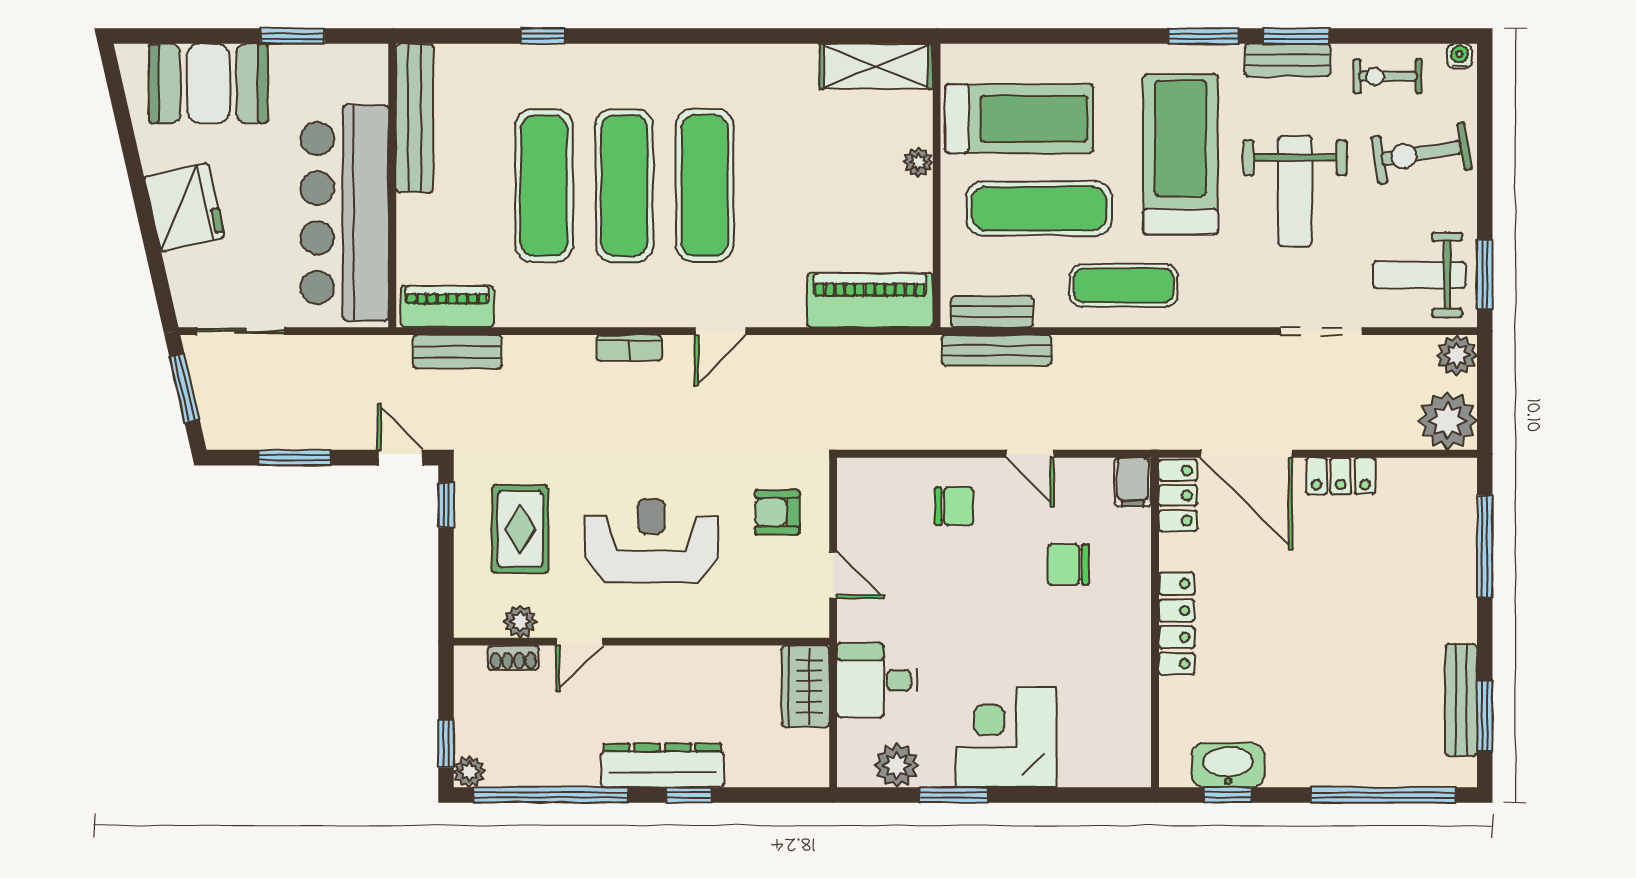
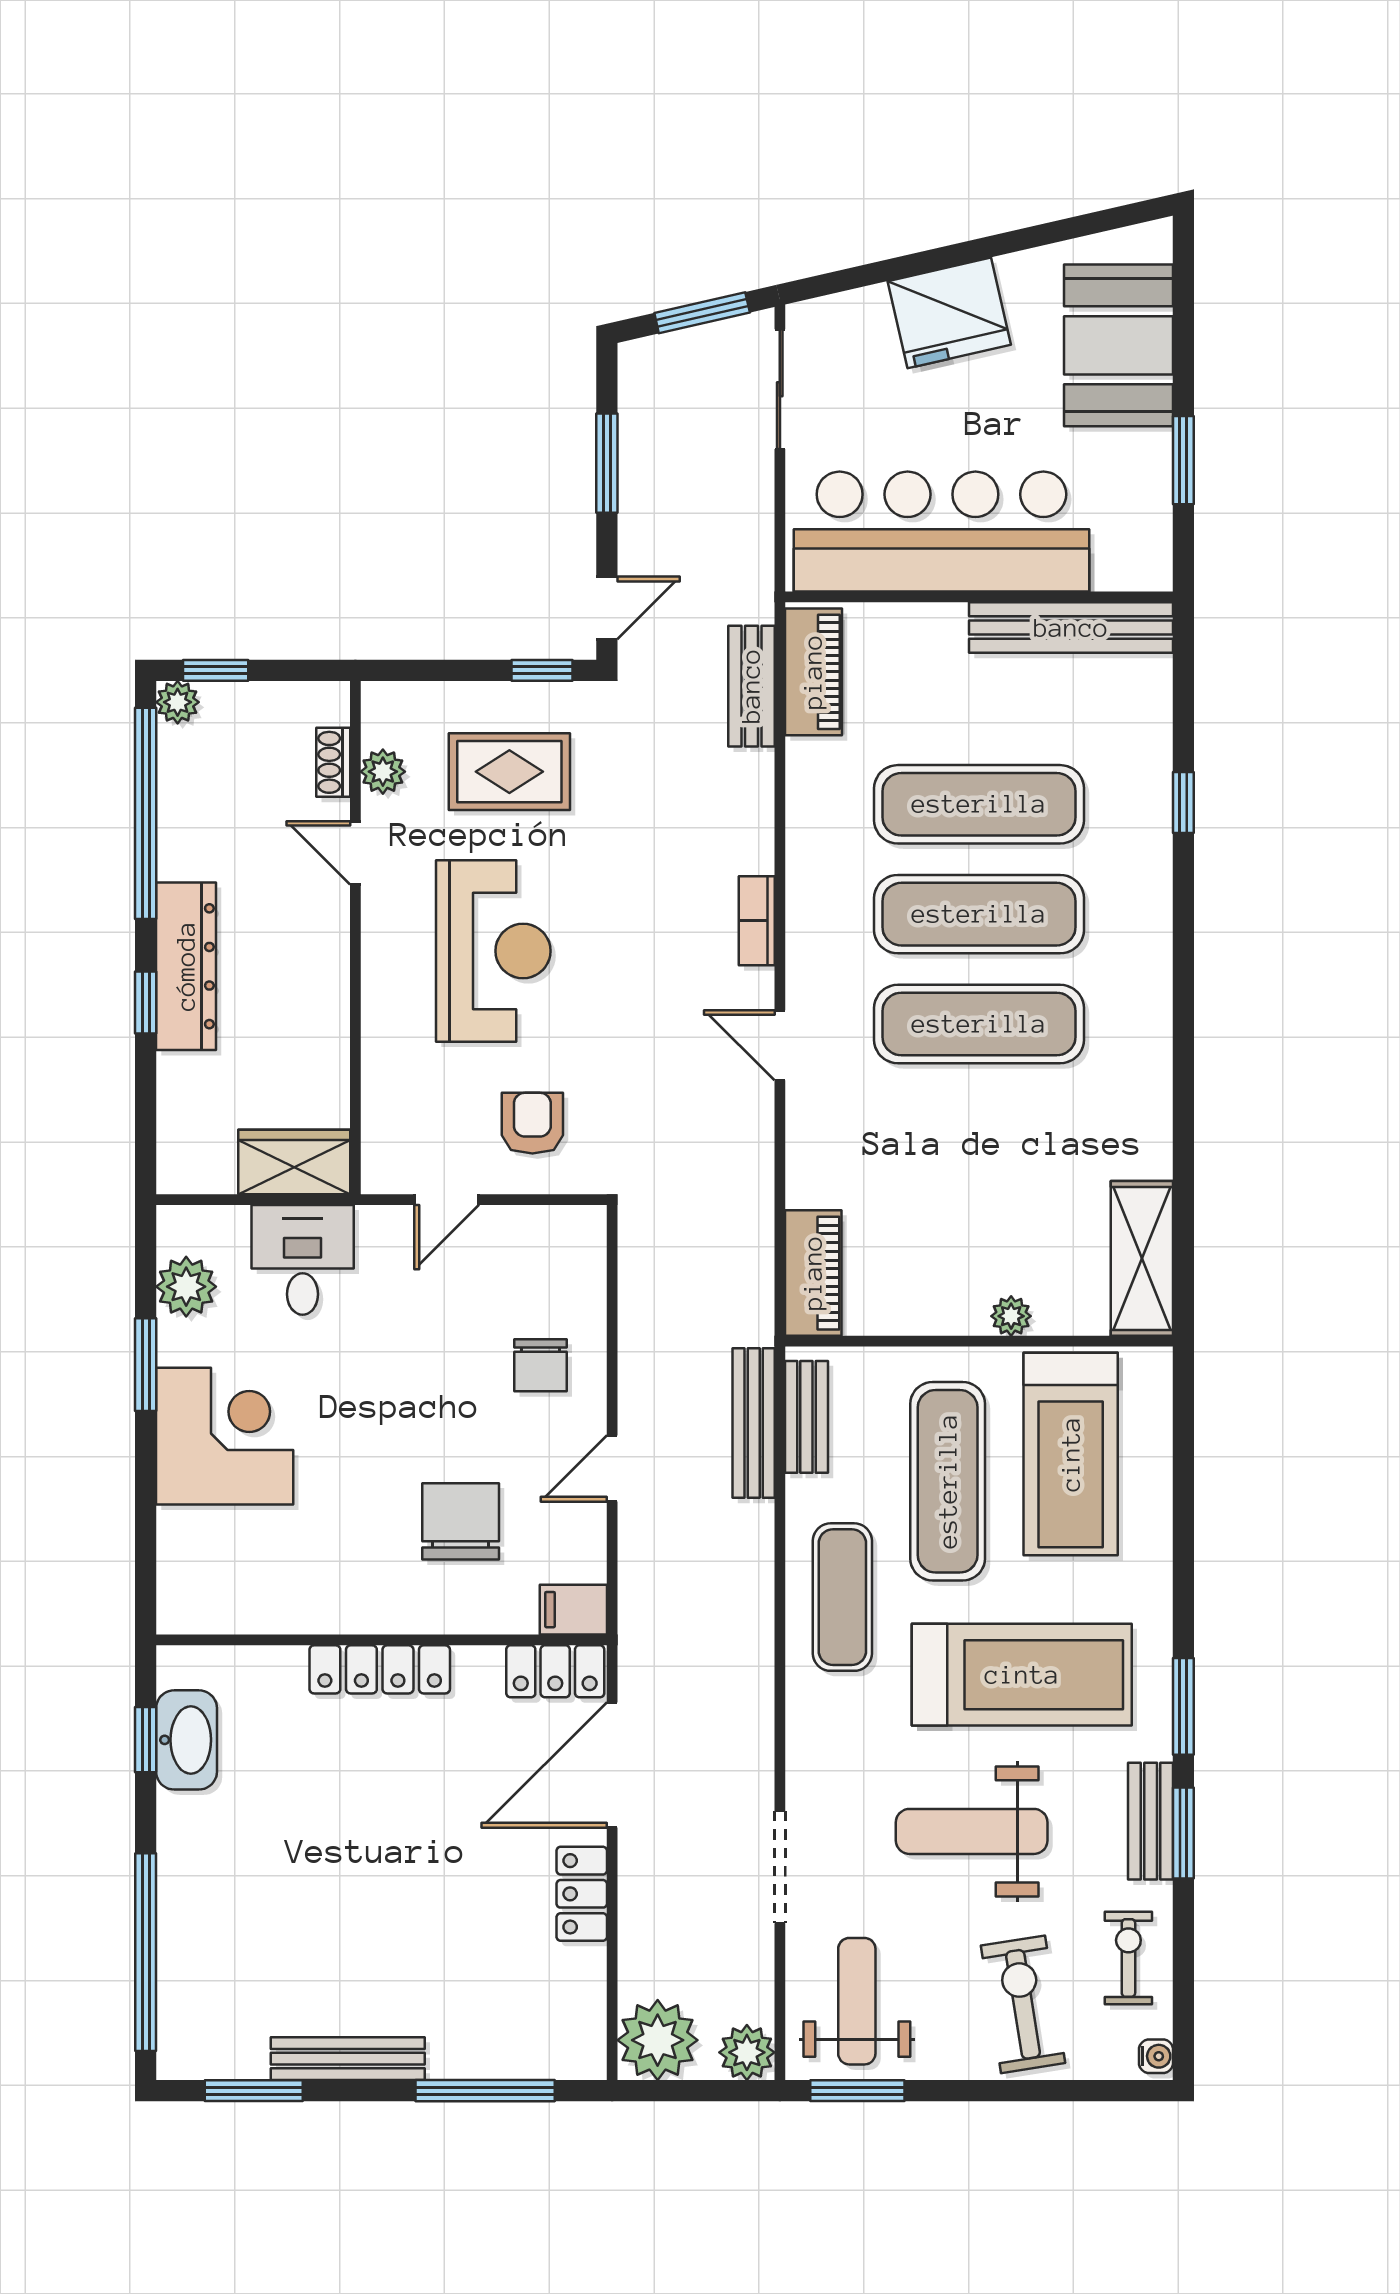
piano: (870, 300) -> (813, 1273), width x0.73, depth x0.75
chair: (1068, 565) -> (461, 1521), width x1.37, depth x1.37
bench: (1461, 700) -> (348, 2059), moved

